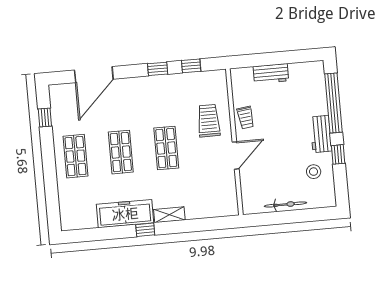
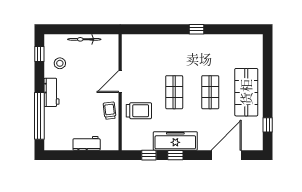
trolley: (209, 121) -> (139, 111), turned -90
window: (338, 154) -> (39, 54), moved
shop shelf: (75, 156) -> (246, 92), width x1.43, depth x1.36
freezer: (125, 214) -> (175, 141), moved, turned 180
shelving: (169, 215) -> (176, 39), removed

